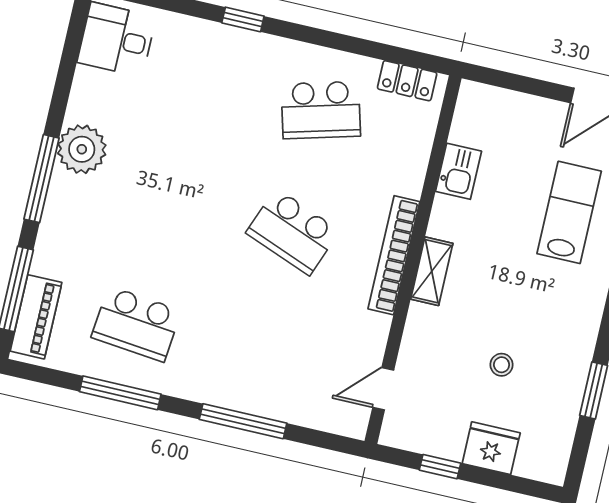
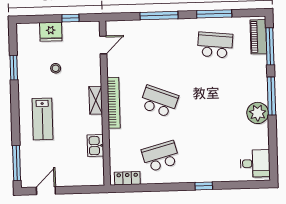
lab bench: (569, 212) -> (43, 119), moved

